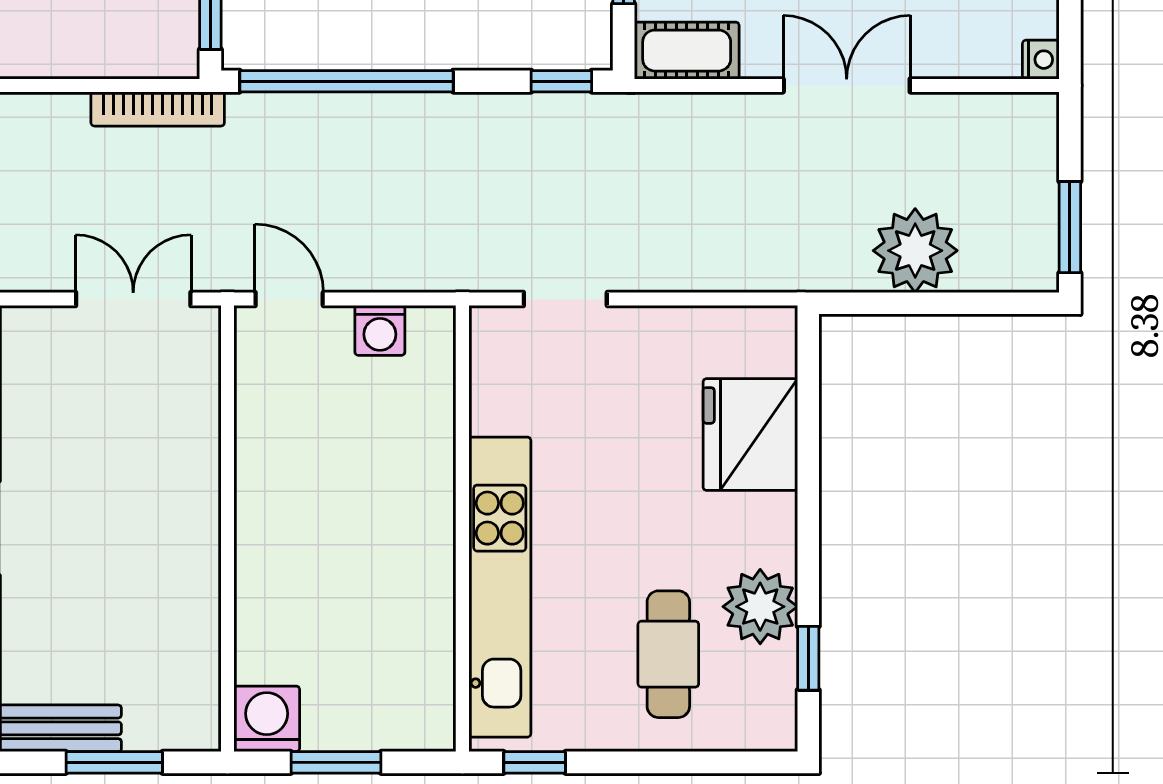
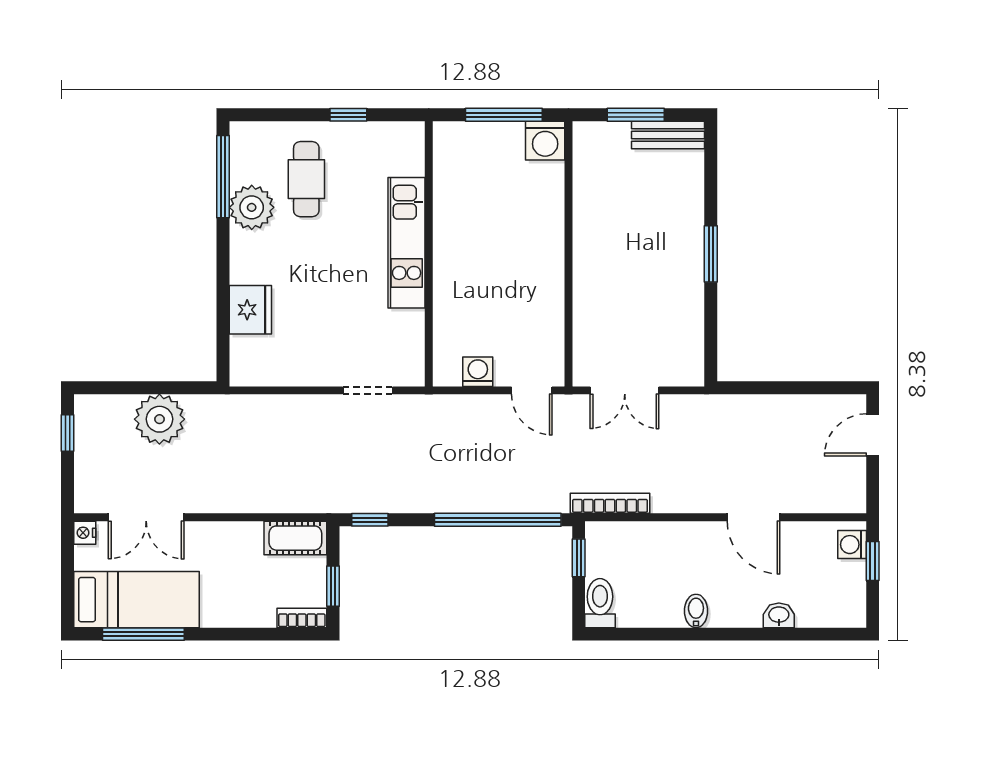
double door: (847, 85) -> (146, 517), moved
window: (1070, 227) -> (68, 433), width x0.67
fridge: (750, 434) -> (250, 310), width x0.73, depth x0.75
kitchen unit: (500, 587) -> (407, 243), width x0.73
window: (808, 658) -> (223, 177), width x2.17
window: (336, 762) -> (504, 115), width x1.44
window: (535, 762) -> (348, 115), moved

